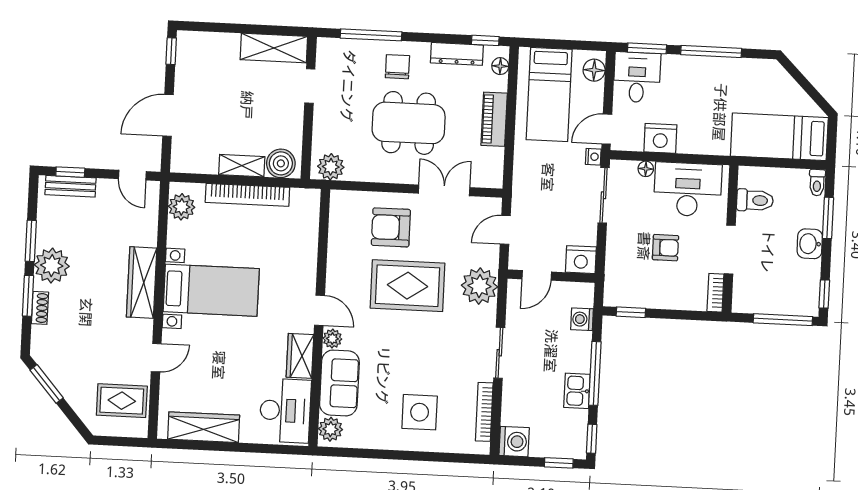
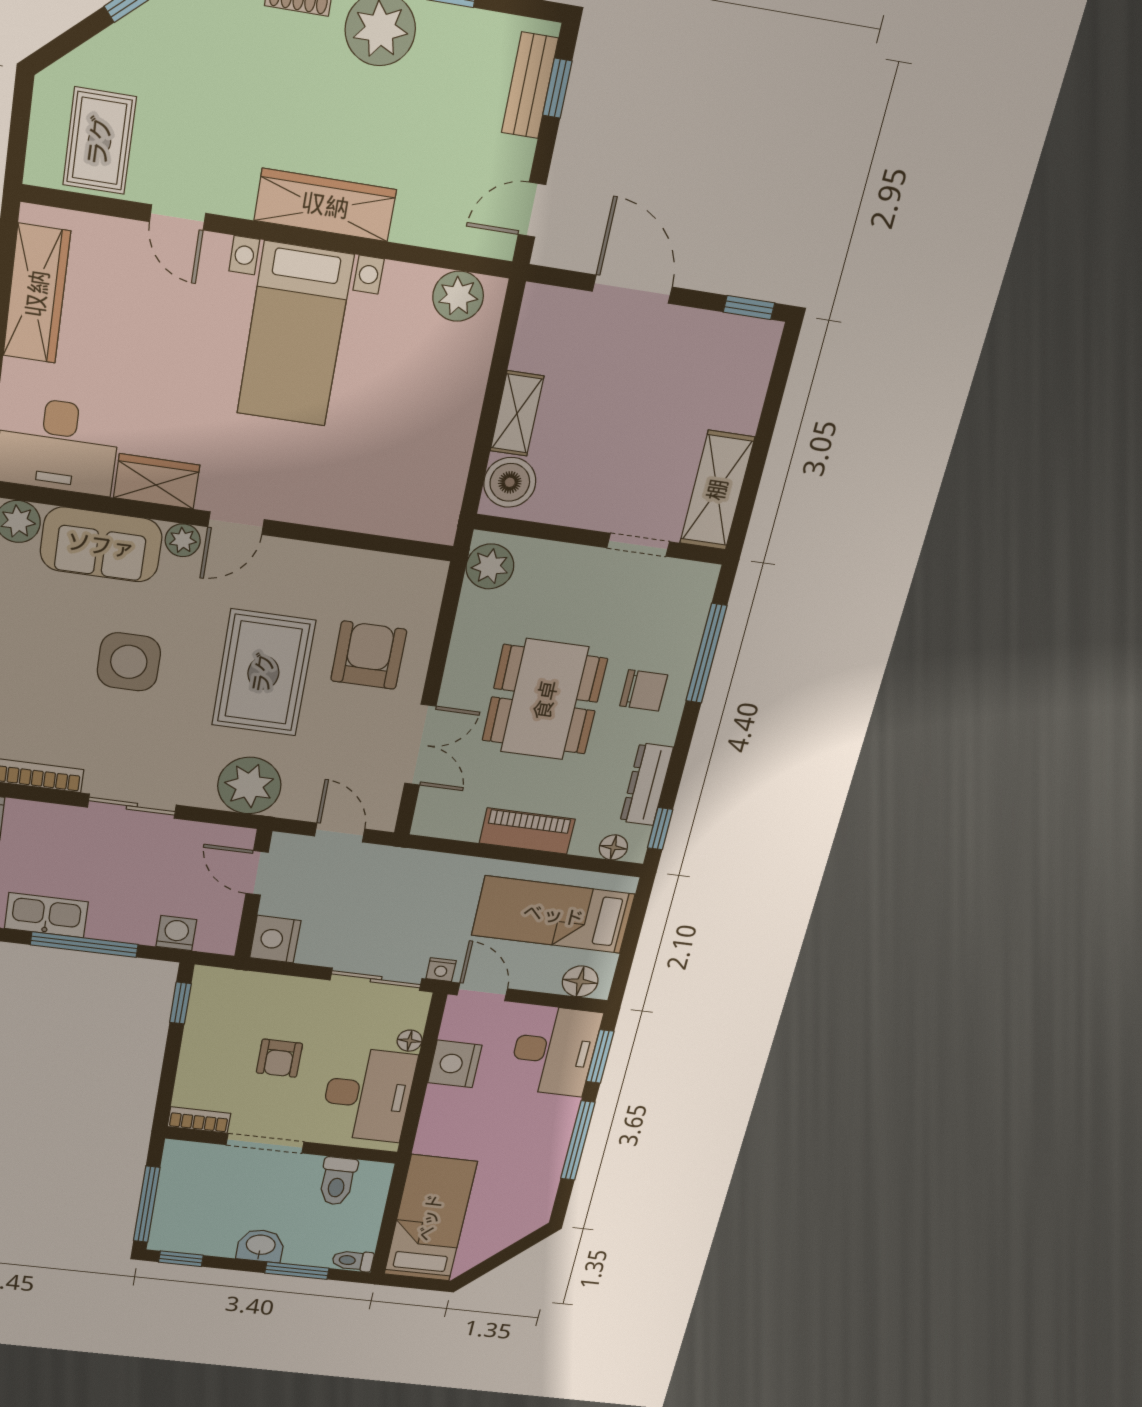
desk: (637, 77) -> (554, 1051), width x1.37
bookcase: (247, 195) -> (462, 418), removed
kitchen sink: (577, 391) -> (46, 915), width x1.38
side table: (420, 412) -> (129, 662), moved

